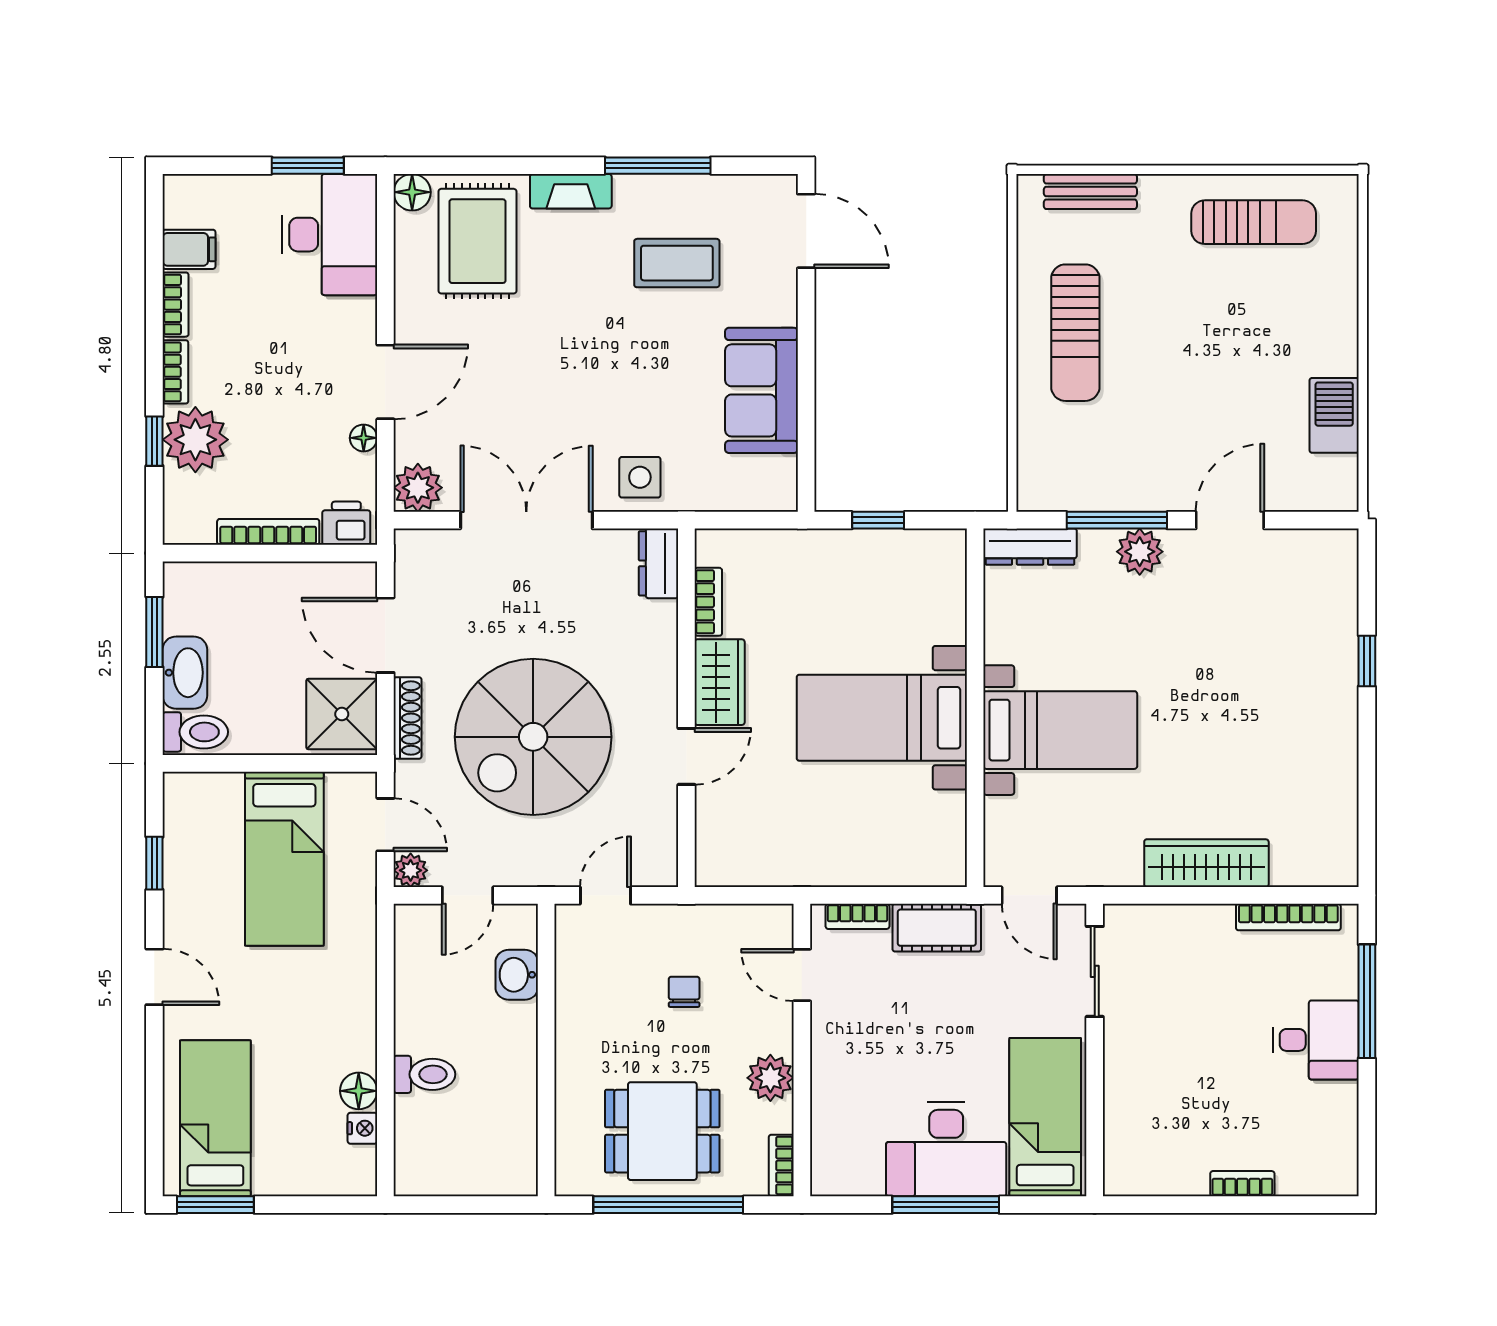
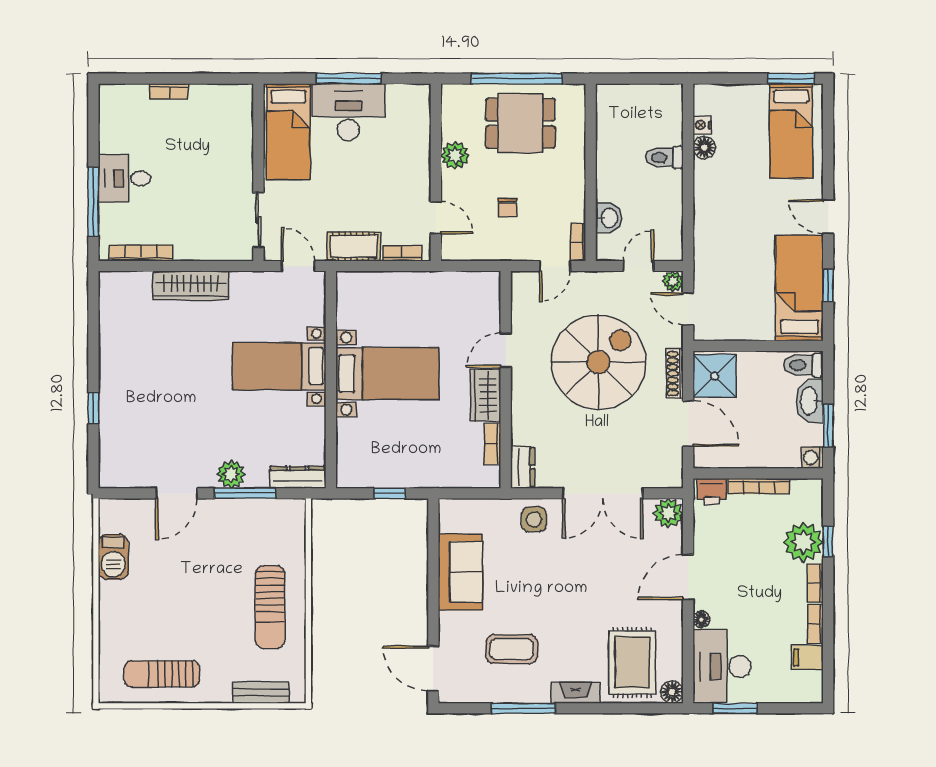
sun lounger: (1075, 333) -> (270, 607), turned 180
floor lamp: (364, 438) -> (701, 619), moved
washing machine: (181, 579) -> (812, 458), added
bed: (284, 859) -> (799, 288), moved
bookcase: (781, 1165) -> (578, 242), moved, turned 180

